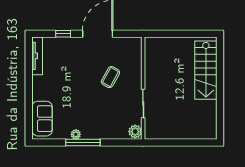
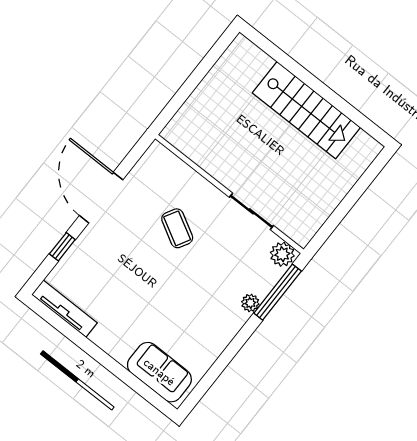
stairs: (206, 70) -> (306, 110), moved
plant: (76, 134) -> (250, 303), moved
window: (83, 142) -> (278, 292), moved

